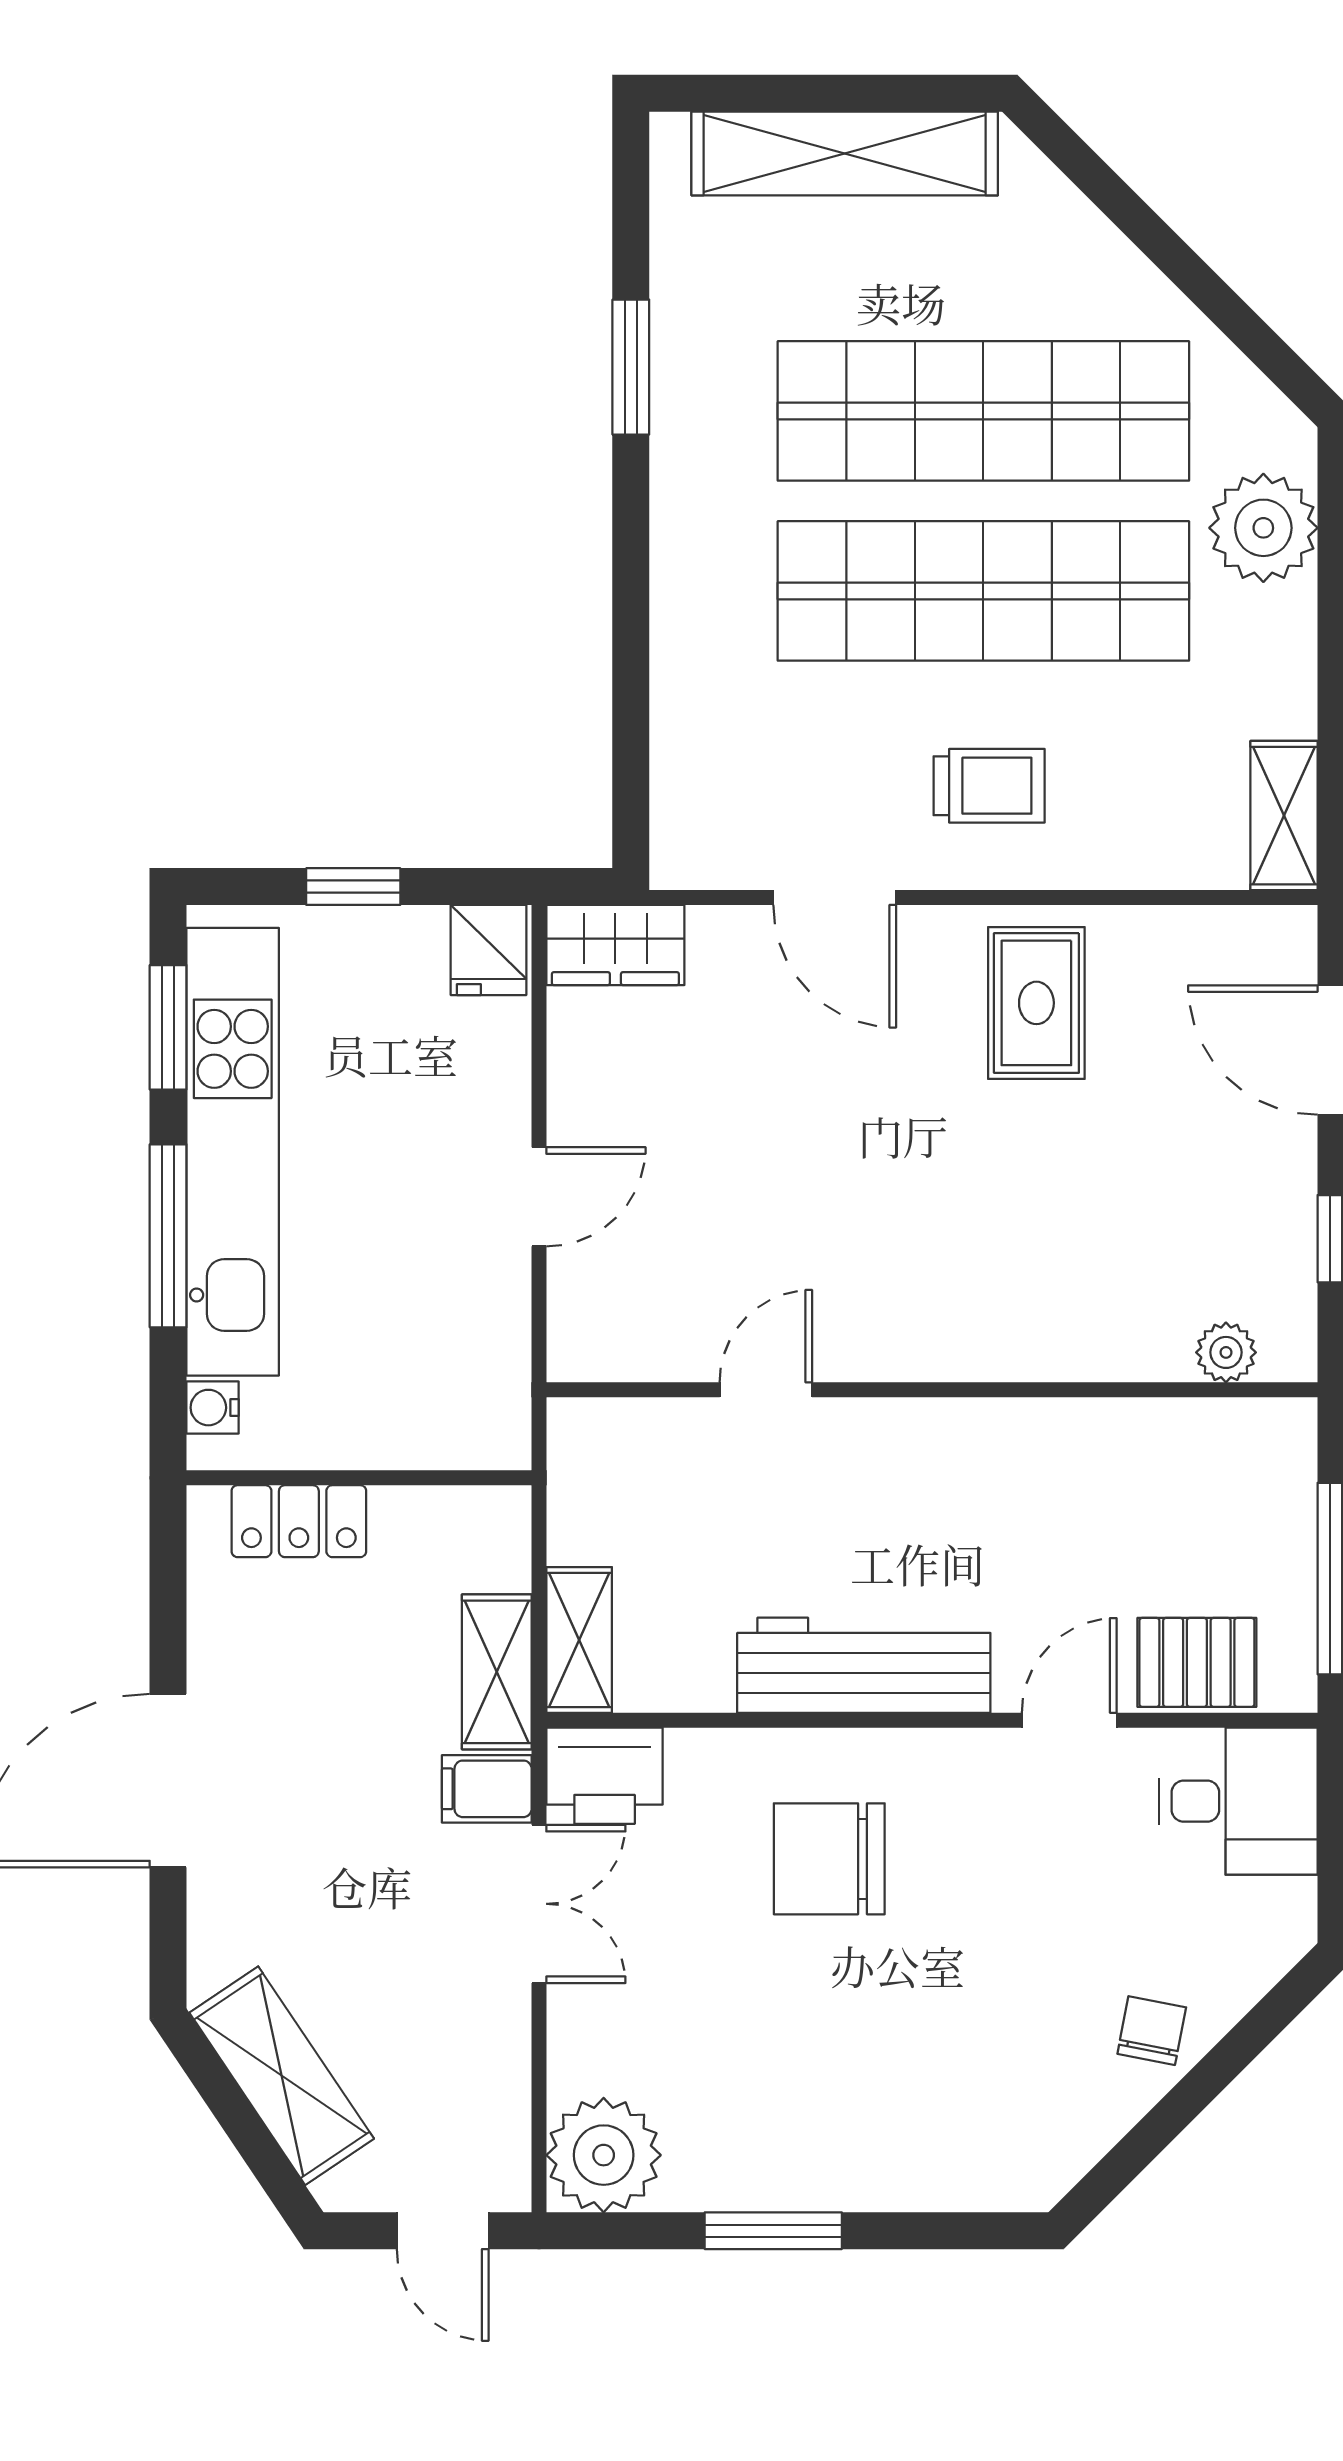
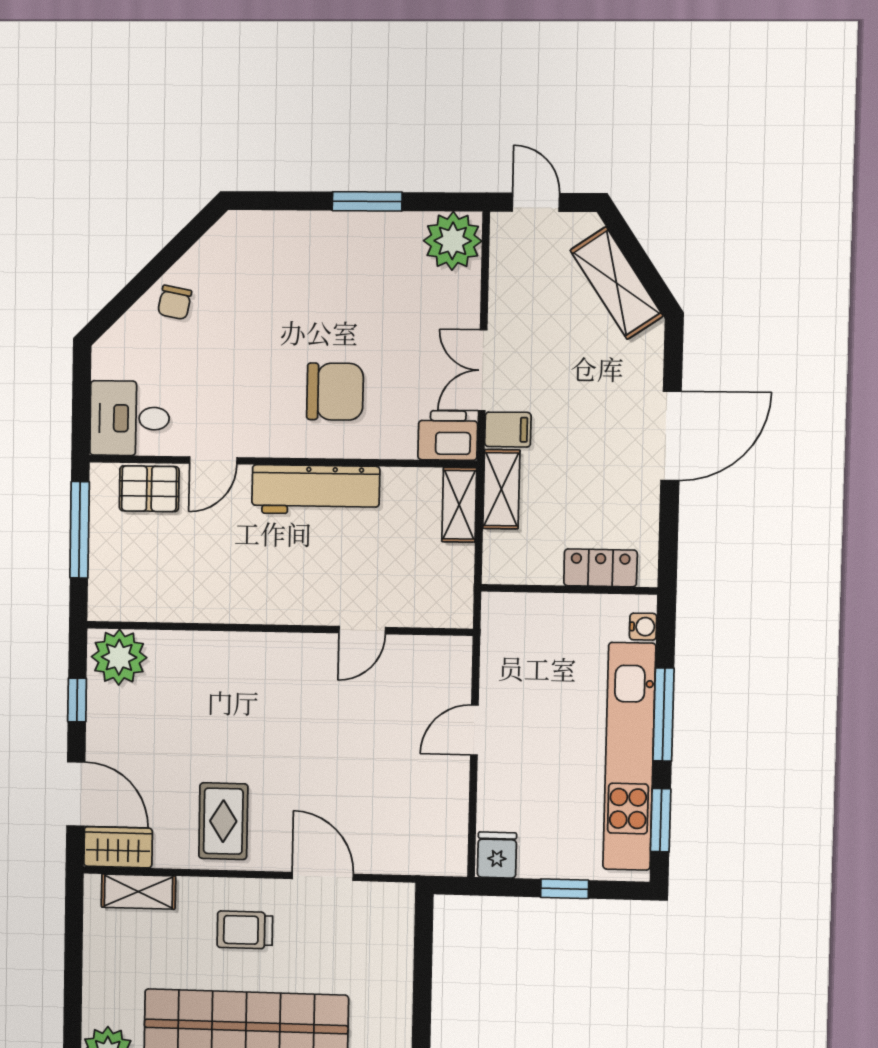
shelving: (1284, 816) -> (138, 892), moved, turned 90
wardrobe: (615, 945) -> (118, 847), moved
plant: (1226, 1352) -> (119, 657), width x1.88, depth x1.88

